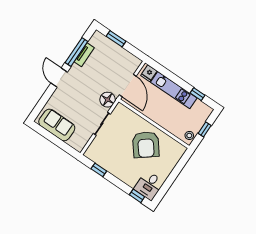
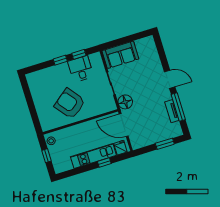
window: (198, 94) -> (104, 162), moved
sofa: (57, 125) -> (120, 55), moved
desk: (149, 185) -> (81, 69), moved
window: (137, 196) -> (60, 60), moved

